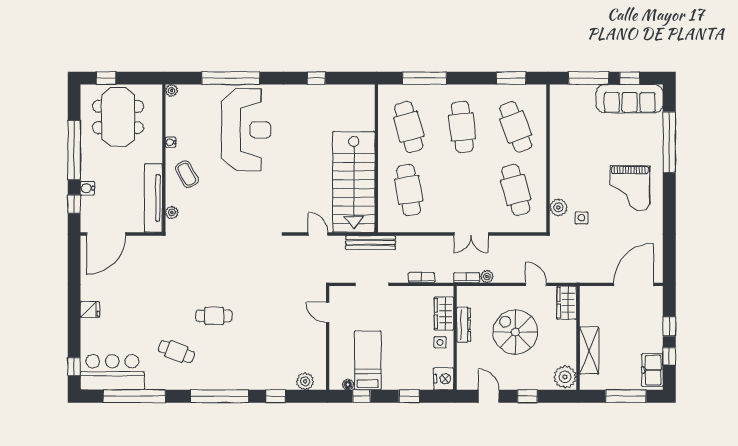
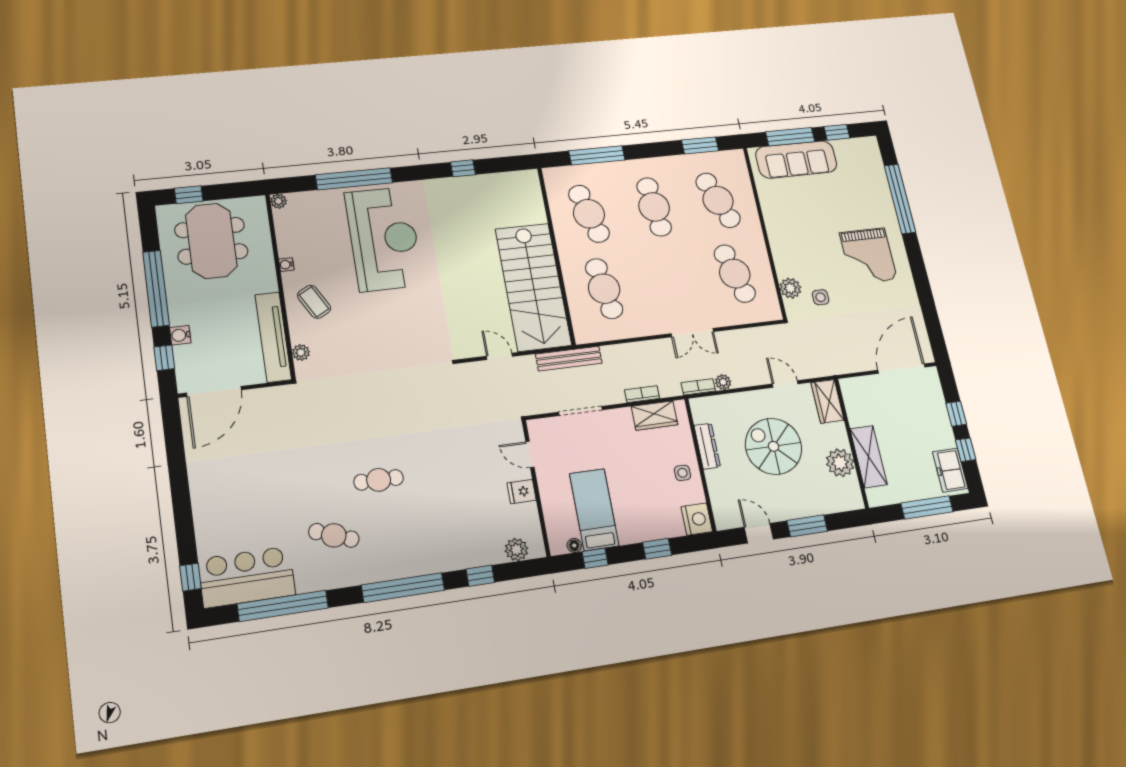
sofa: (630, 99) -> (796, 159), moved
fridge: (90, 309) -> (522, 492), moved, turned 180
wardrobe: (444, 314) -> (655, 416), moved, turned -90
plant: (565, 377) -> (840, 463), moved
window: (527, 396) -> (807, 526), width x1.50

